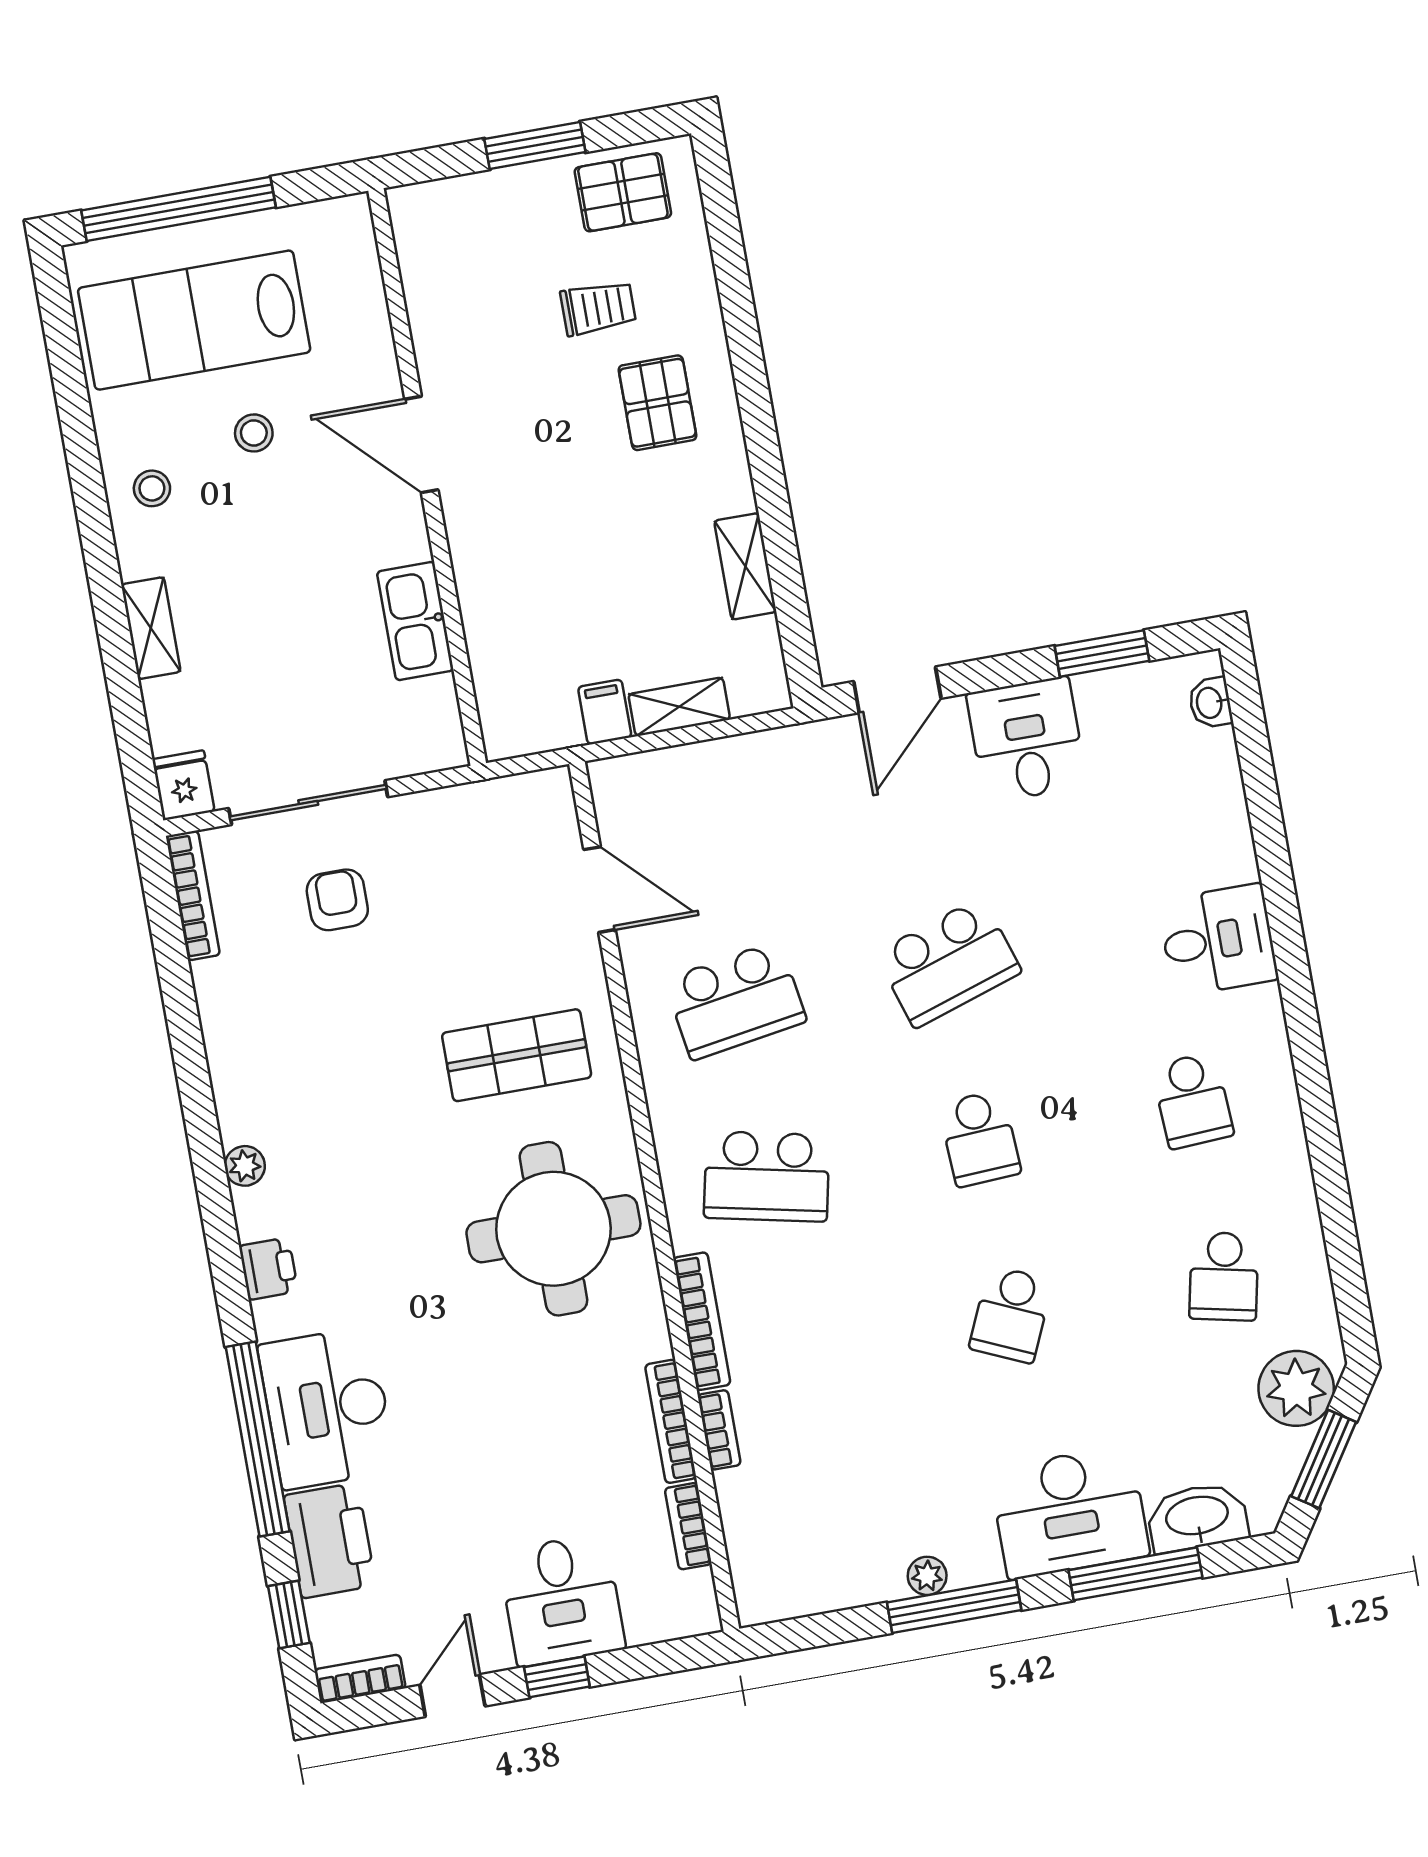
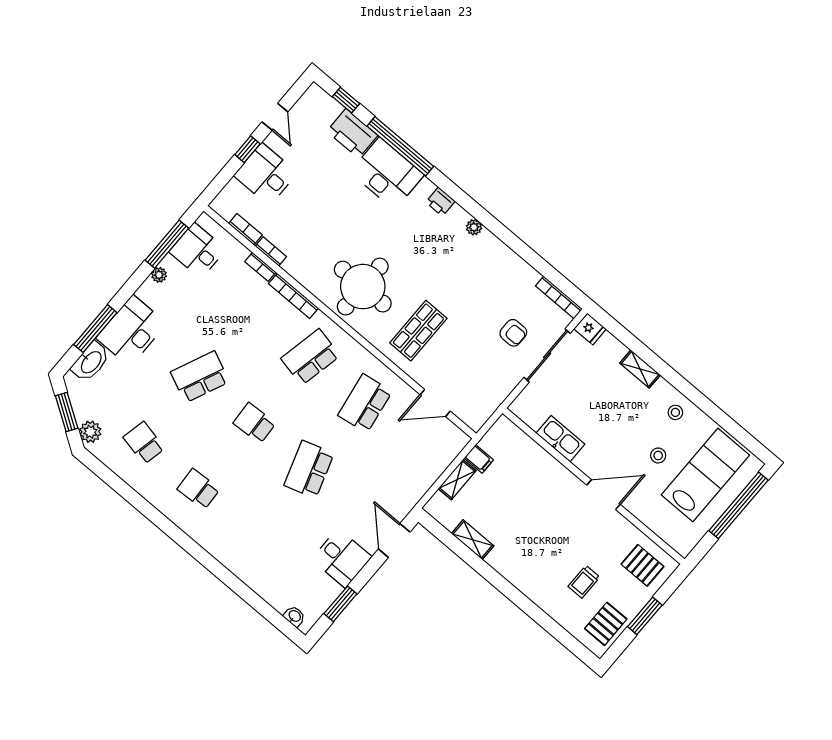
pallet: (658, 403) -> (642, 565), moved
desk: (1218, 940) -> (197, 251), moved, turned 90
school desk: (1011, 1314) -> (200, 377), width x1.85
plant: (1296, 1388) -> (90, 432), width x0.73, depth x0.73
bookcase: (671, 1421) -> (271, 251), width x0.64
window: (954, 1606) -> (167, 244), moved
bookcase: (360, 1679) -> (308, 98), removed

